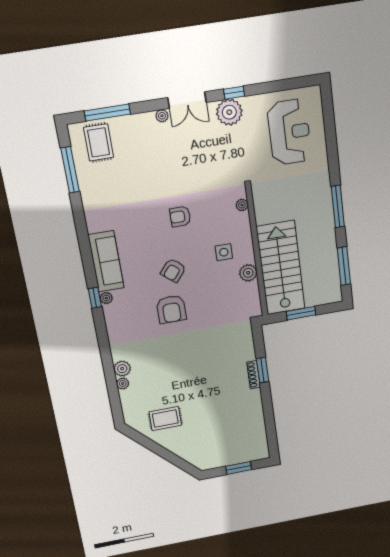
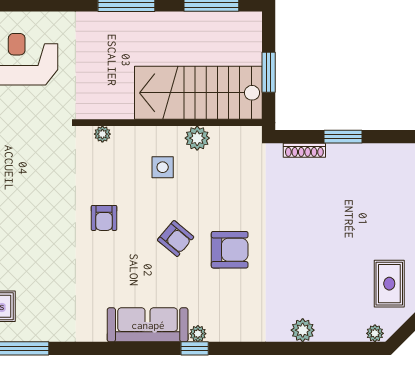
shoe rack: (254, 375) -> (304, 150), moved
plant: (123, 384) -> (375, 333), moved

